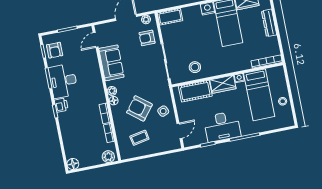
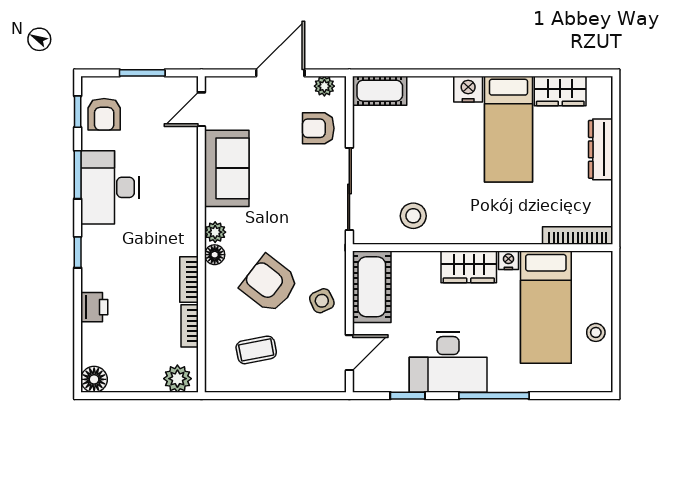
cot: (195, 91) -> (372, 287), moved, turned 90
printer: (61, 105) -> (94, 307), moved

